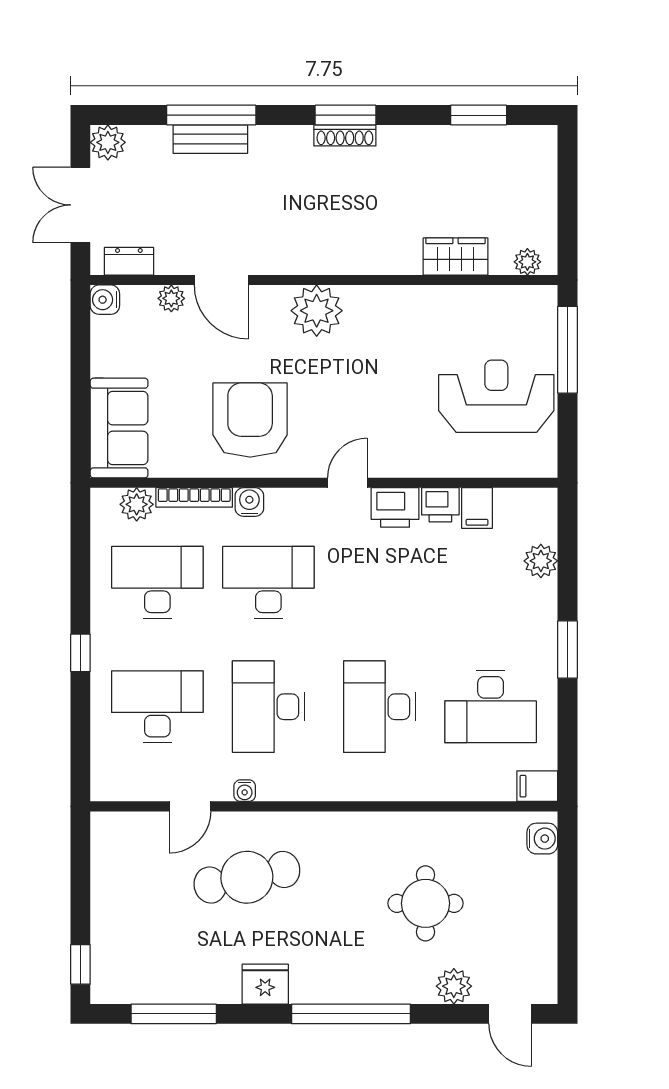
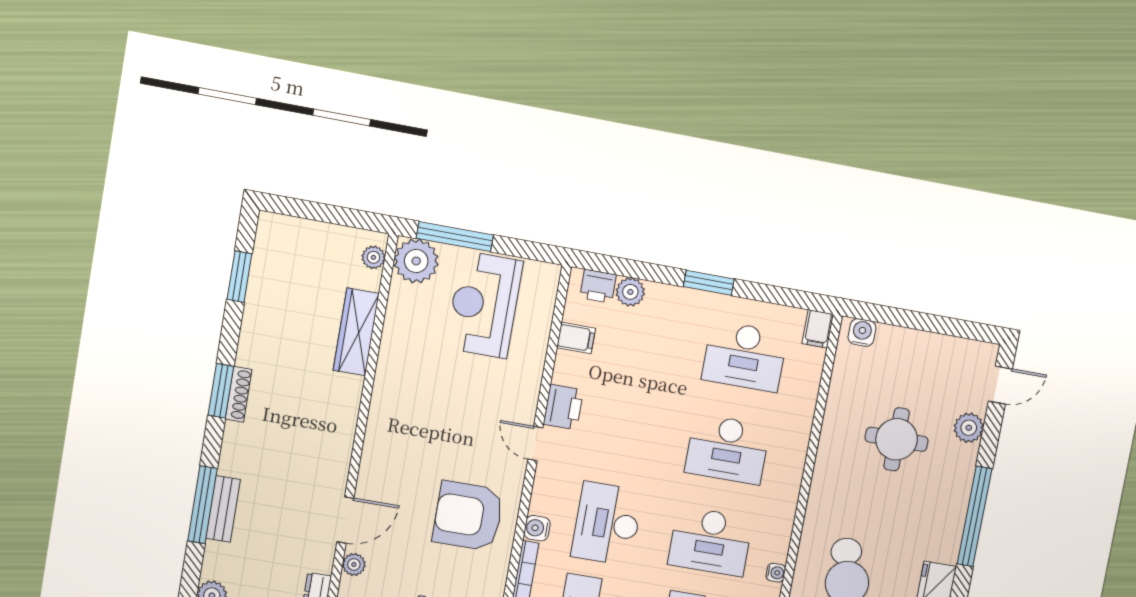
wardrobe: (456, 256) -> (356, 332), width x1.50
plant: (317, 311) -> (416, 261), moved
printer: (440, 505) -> (598, 286), moved, turned 90
desk: (491, 707) -> (745, 356), turned 90

